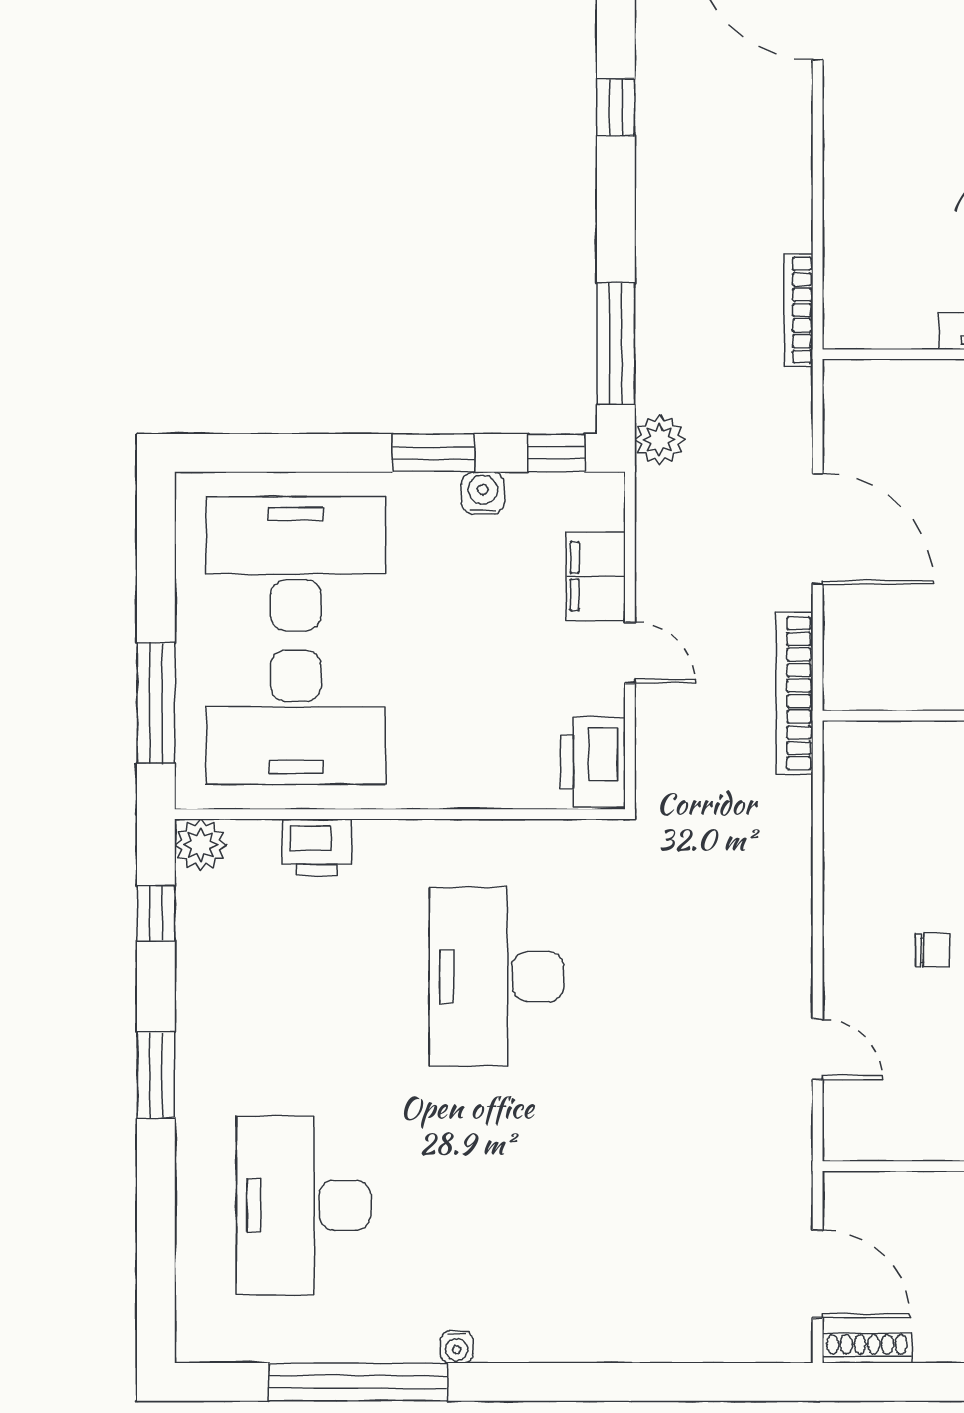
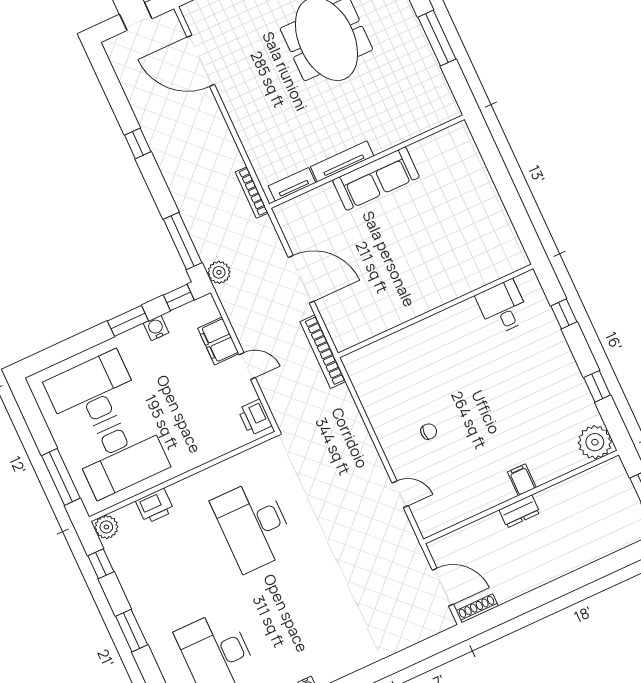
tv unit: (886, 331) -> (292, 184), added
printer: (593, 762) -> (255, 417), width x0.73, depth x0.84

